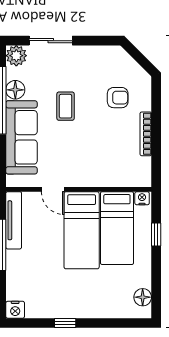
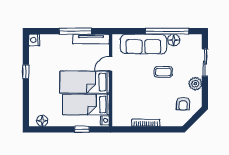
plant: (16, 56) -> (195, 84), moved
armchair: (118, 98) -> (183, 104), moved

